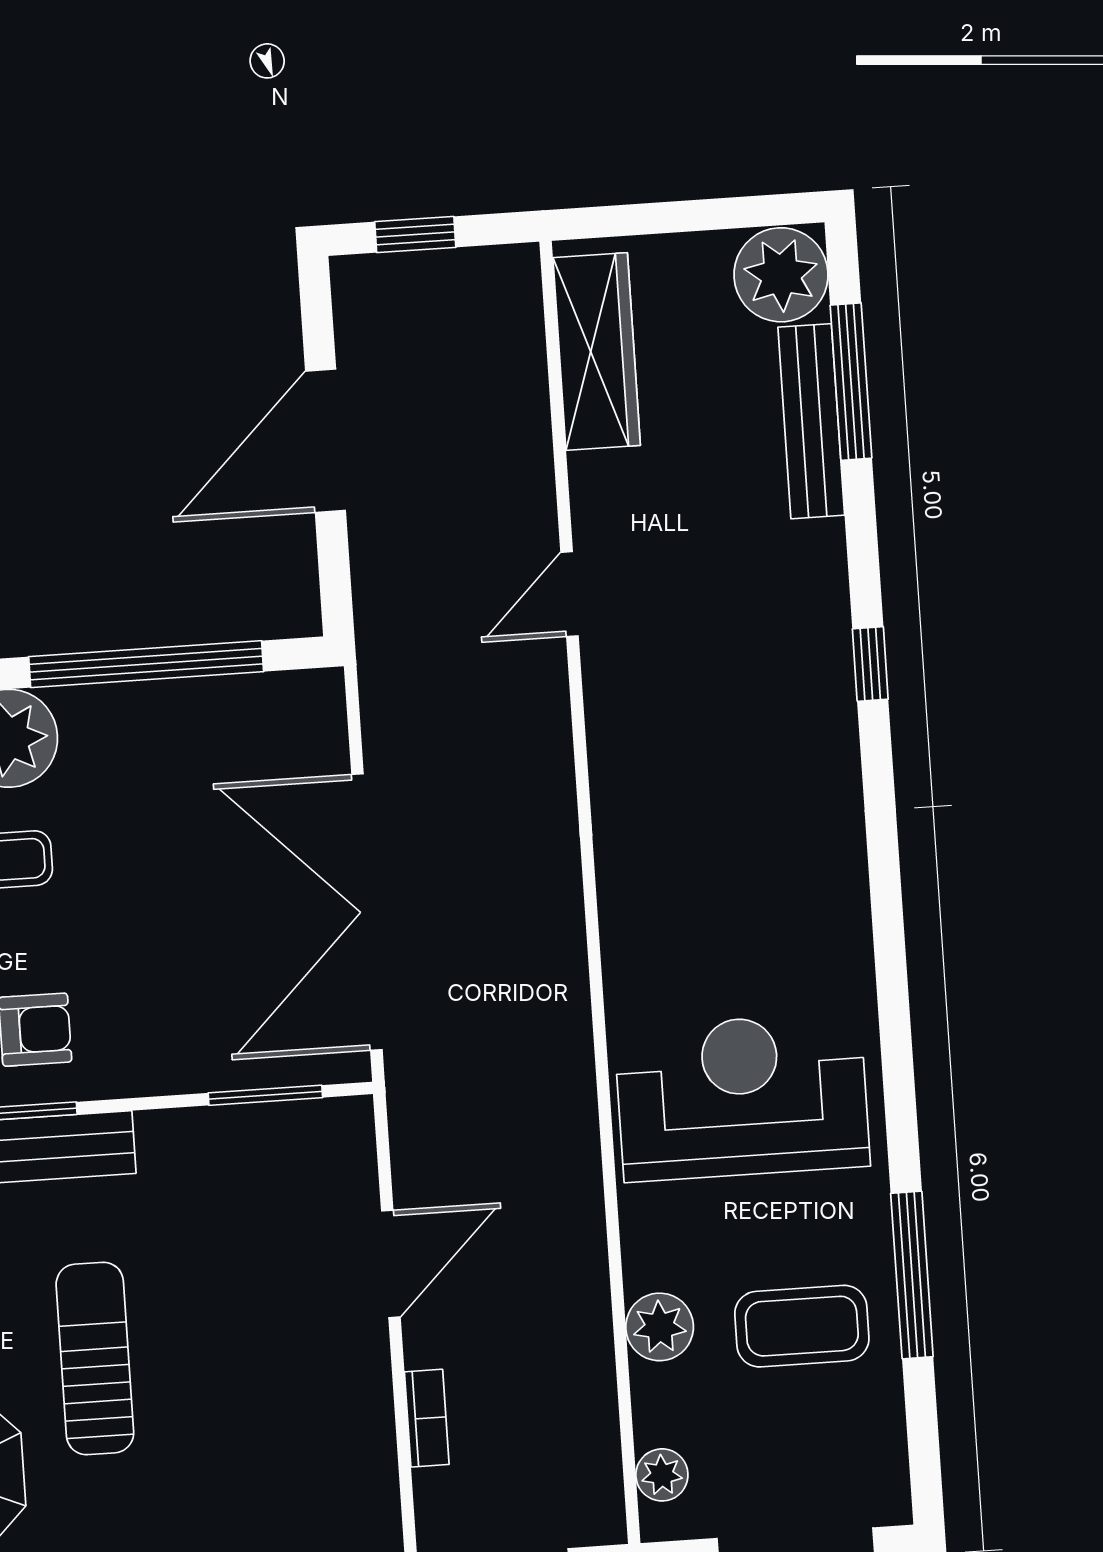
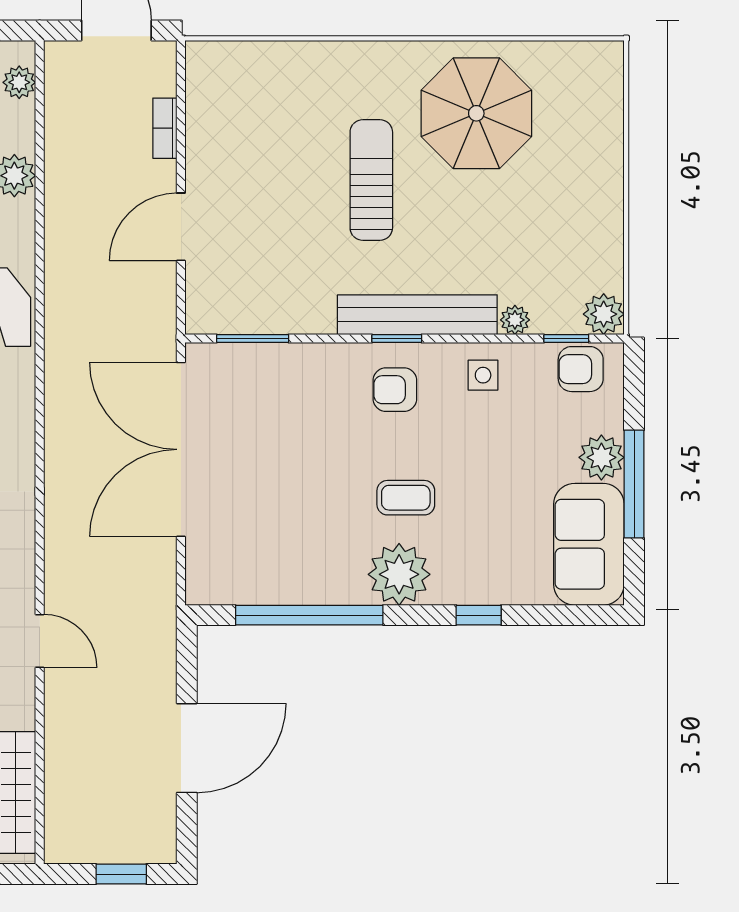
door: (570, 594) -> (40, 641), hinge flipped
double door: (367, 912) -> (181, 449), swing flipped
sun lounger: (95, 1358) -> (371, 180), turned 180

